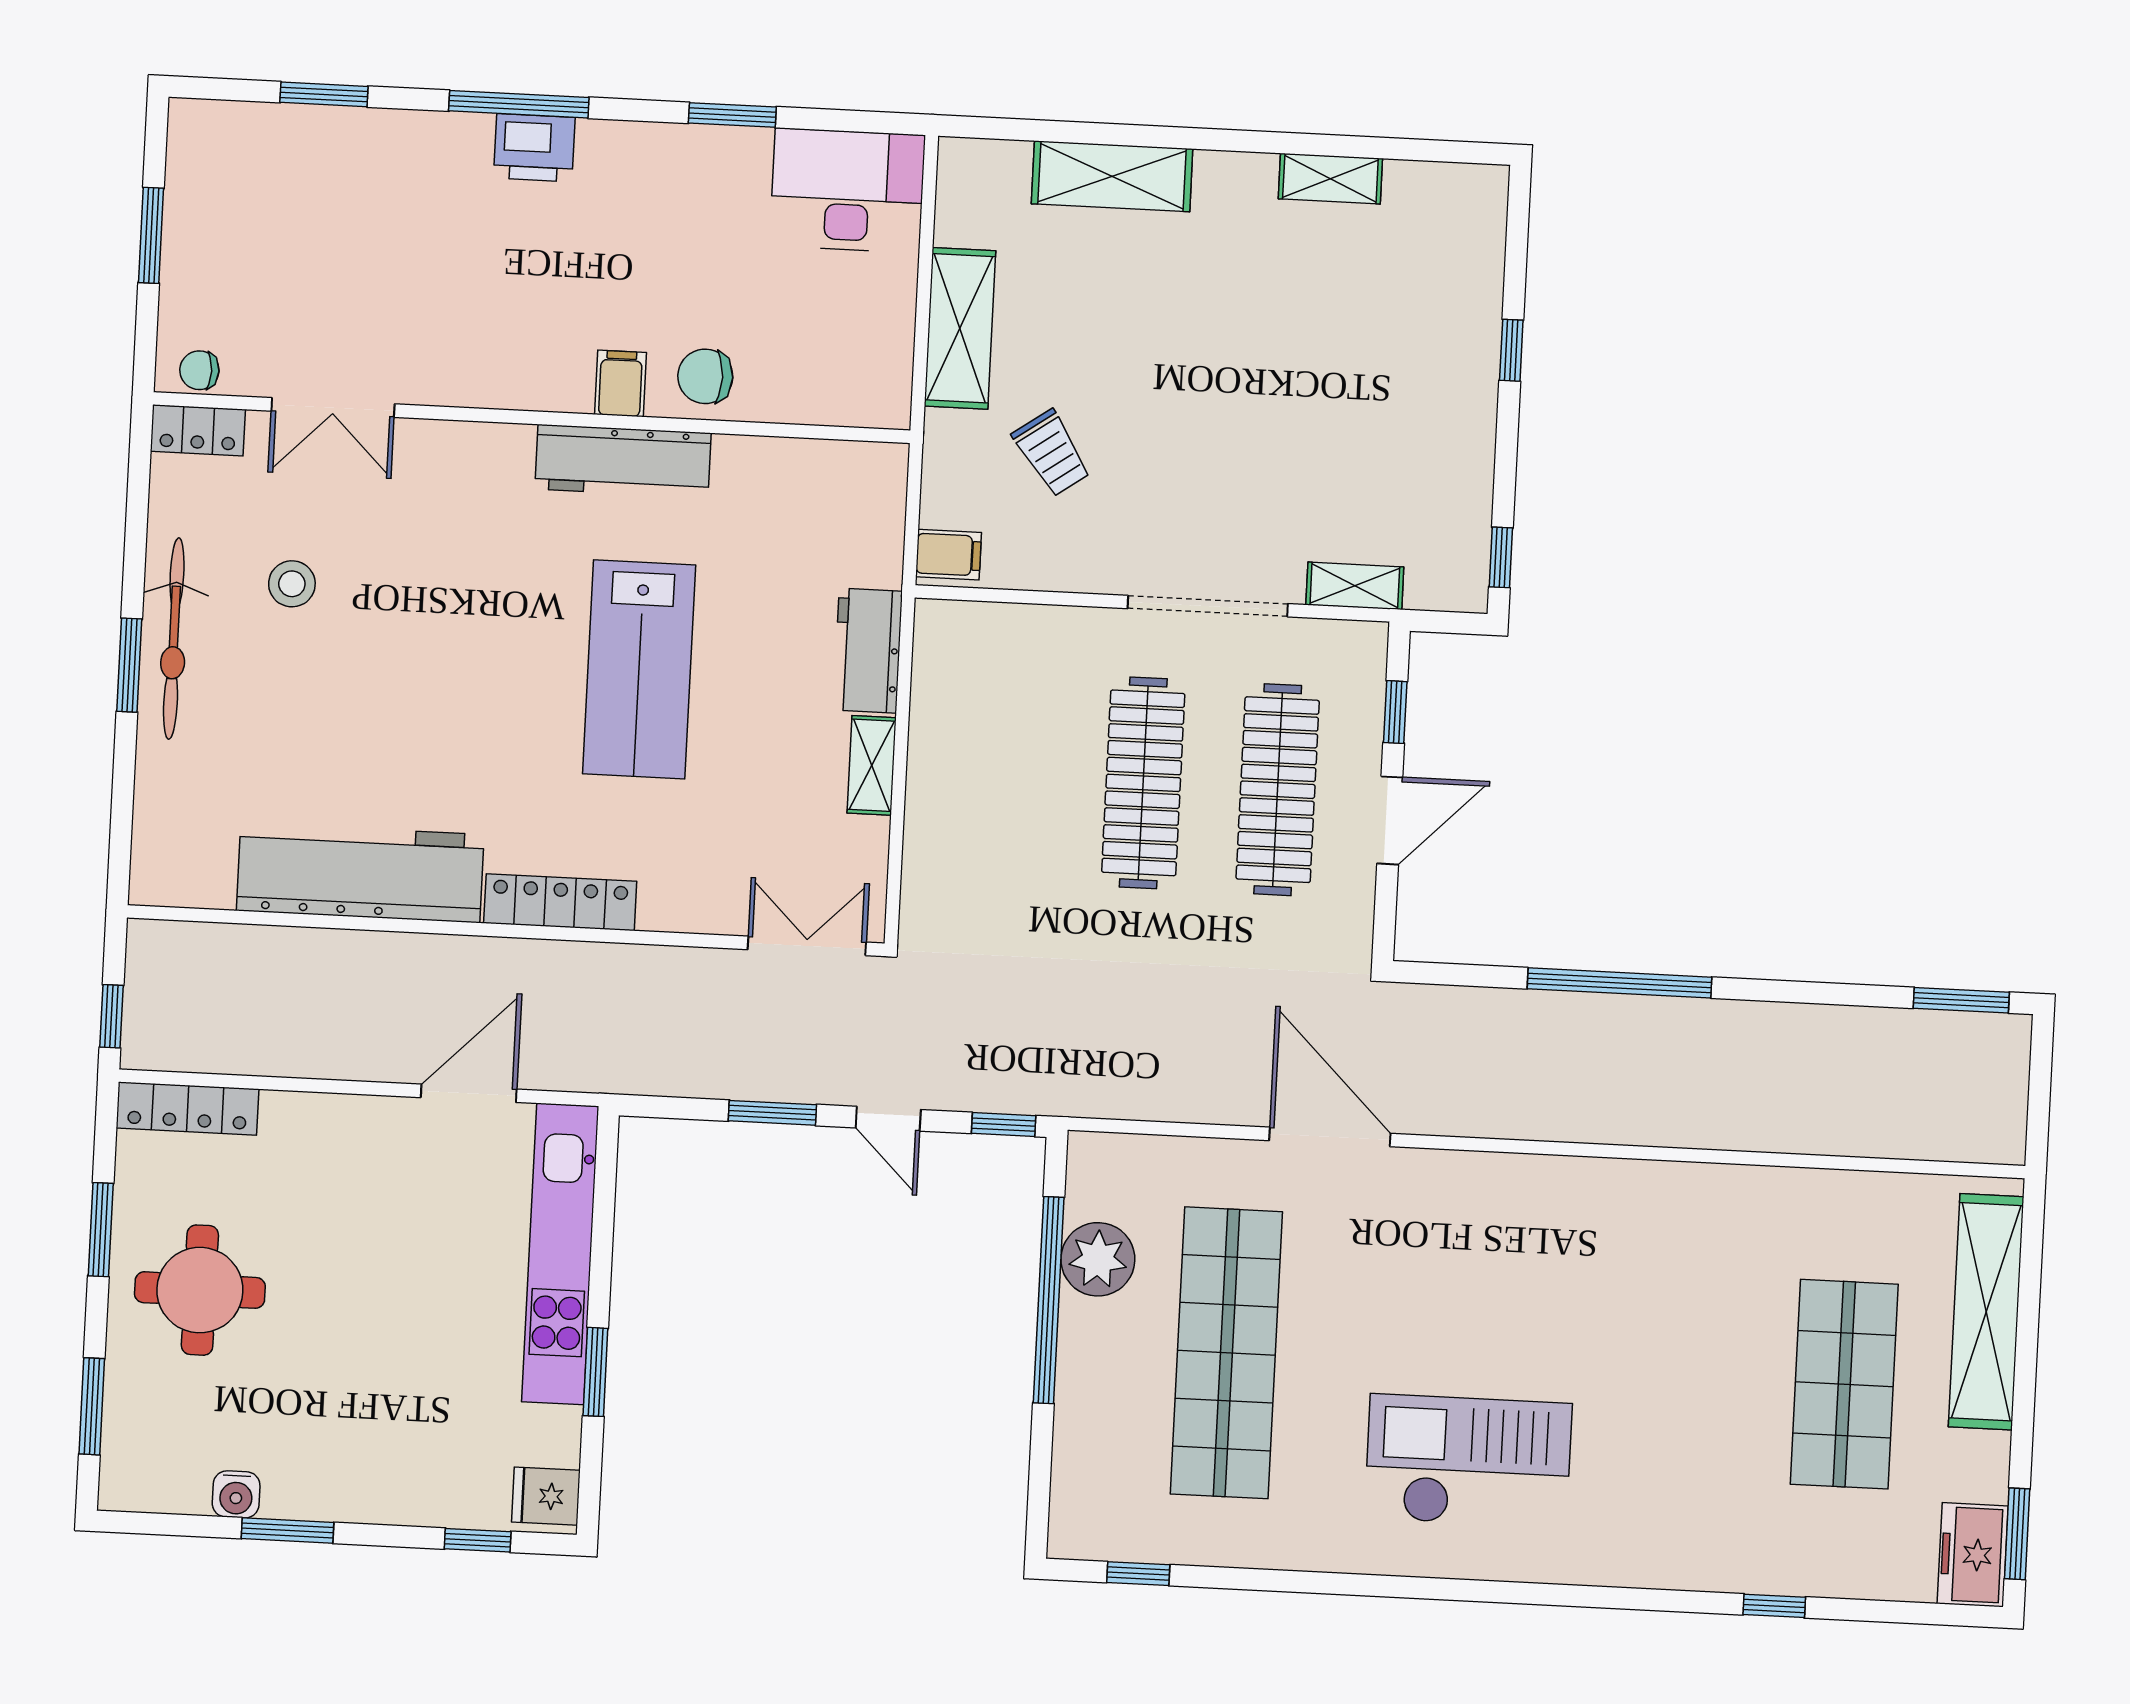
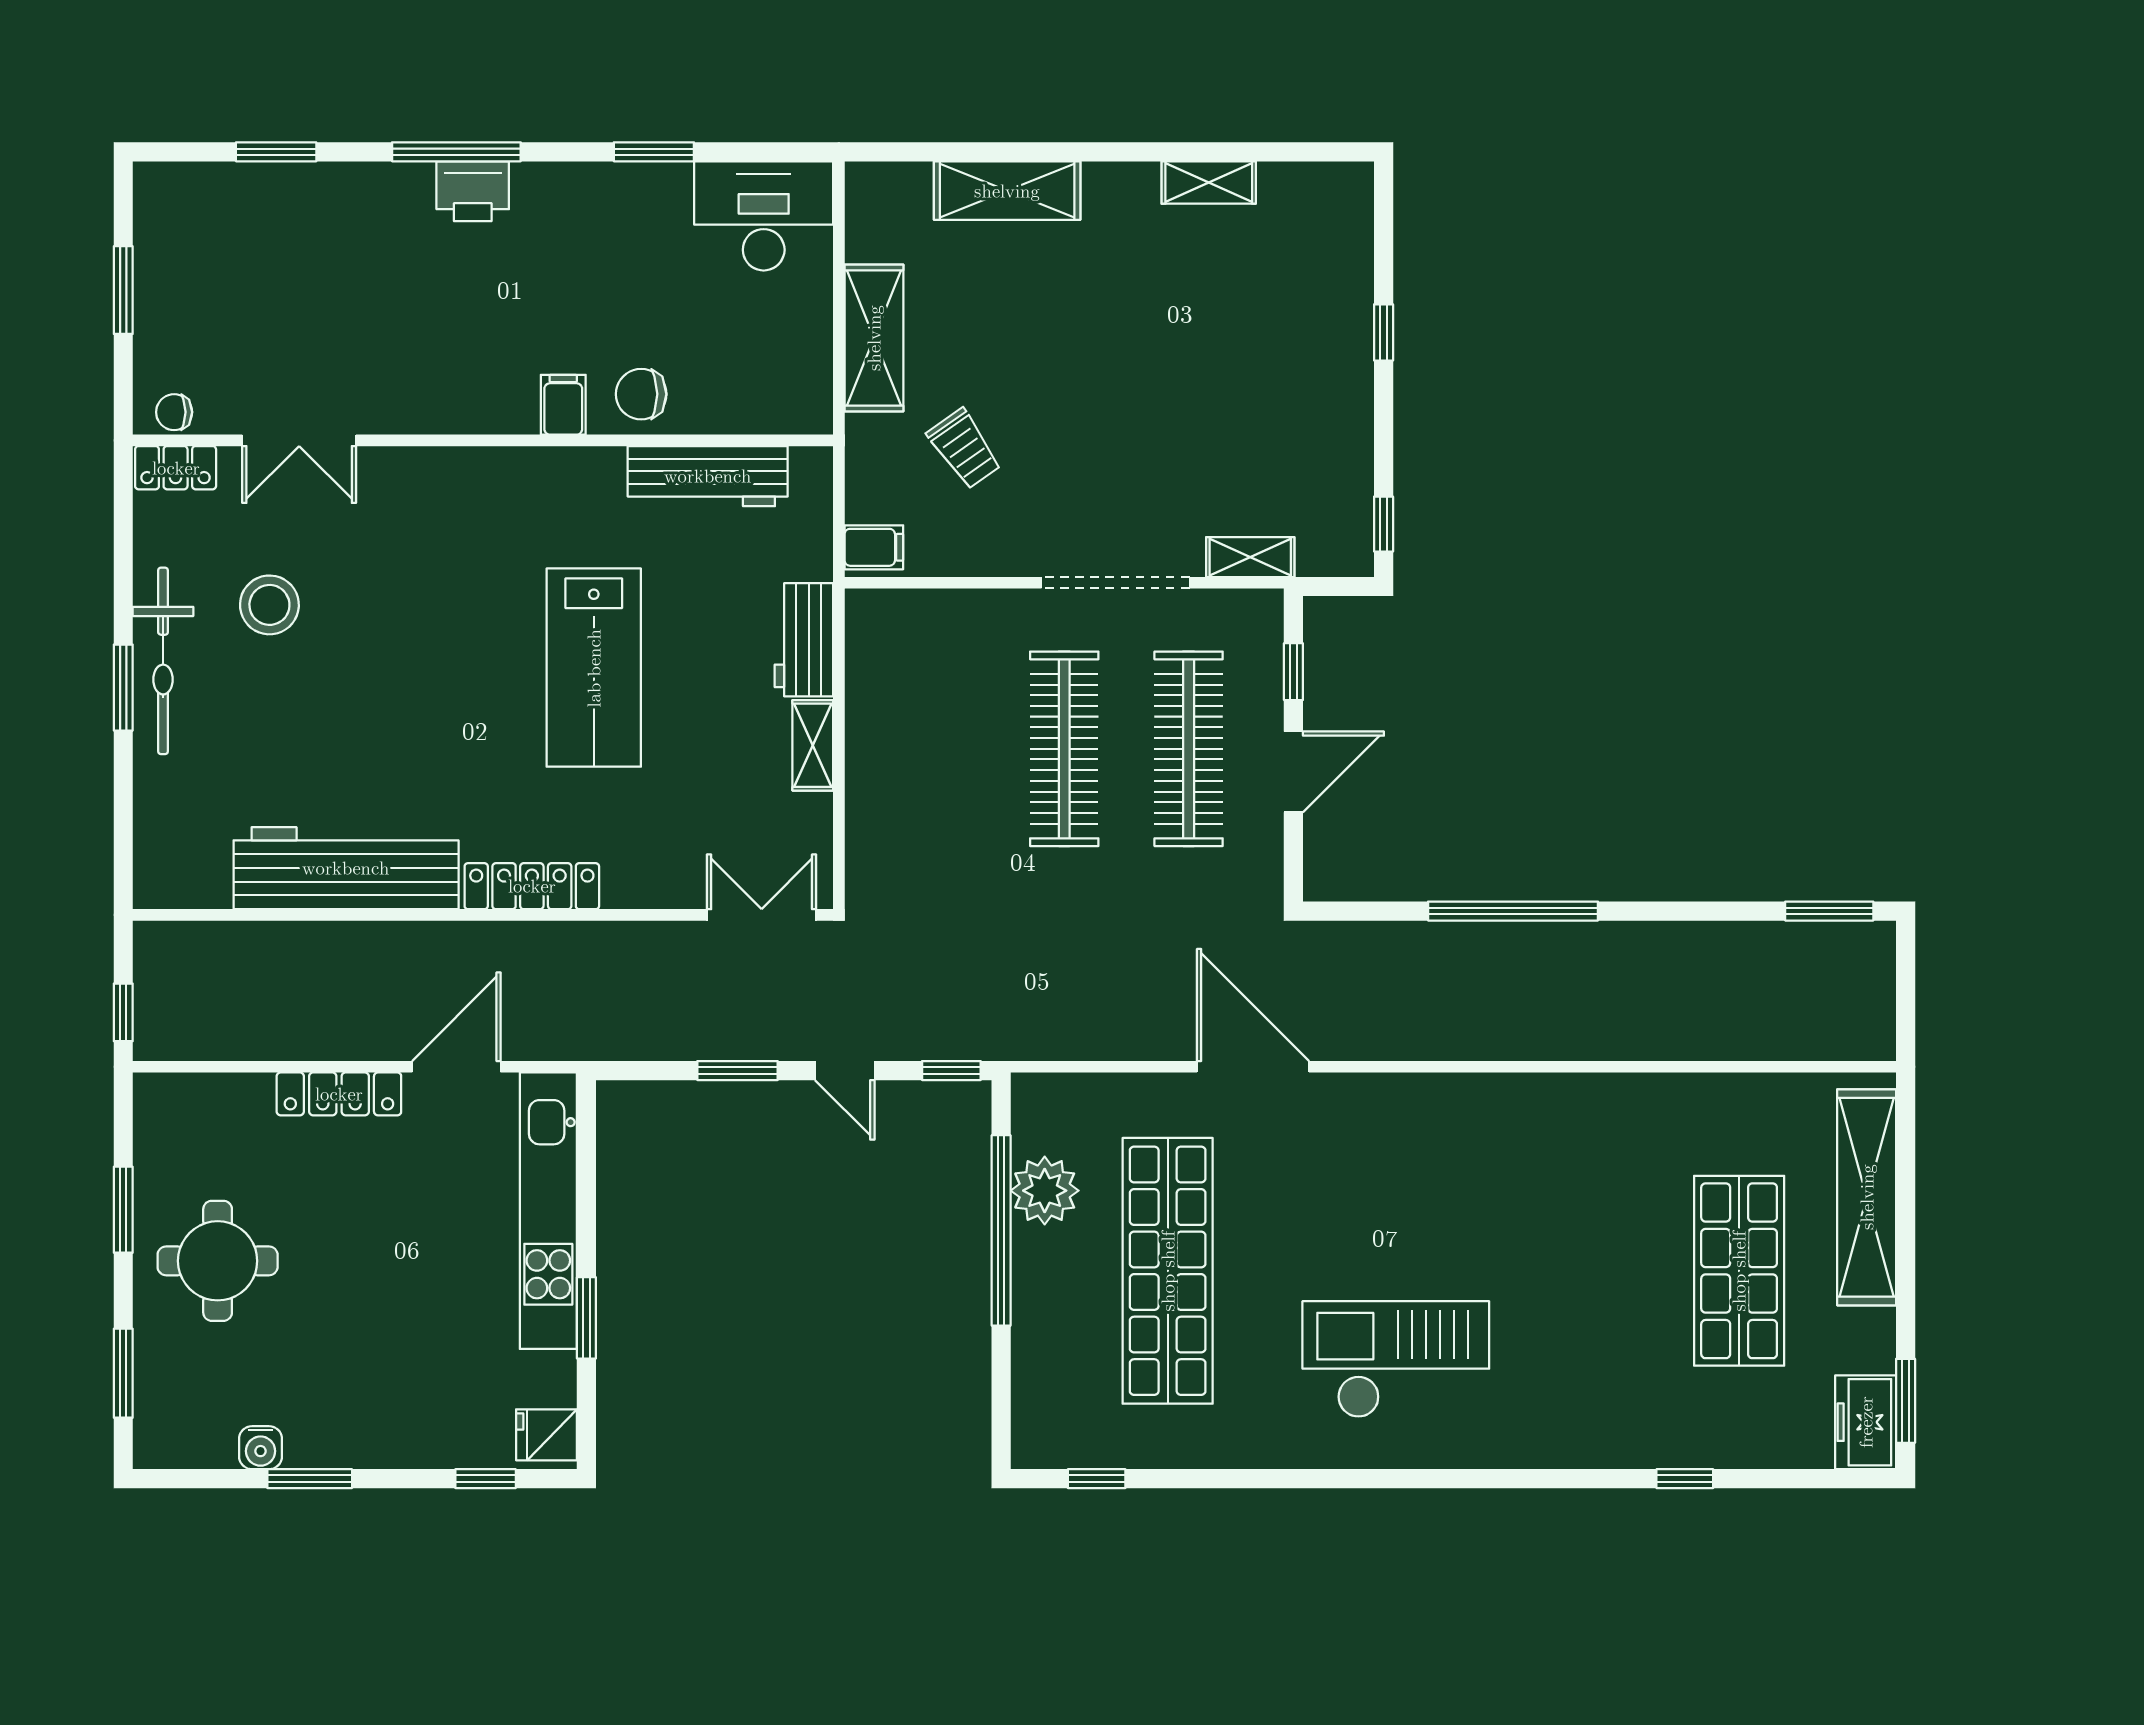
workbench: (623, 461) -> (708, 476), moved
stool: (292, 584) -> (269, 605), width x1.38, depth x1.38
locker: (187, 1109) -> (339, 1094), moved

